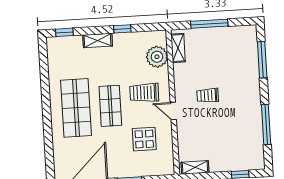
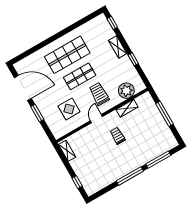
shelving: (178, 48) -> (127, 108), moved
window: (266, 125) -> (130, 176), moved

